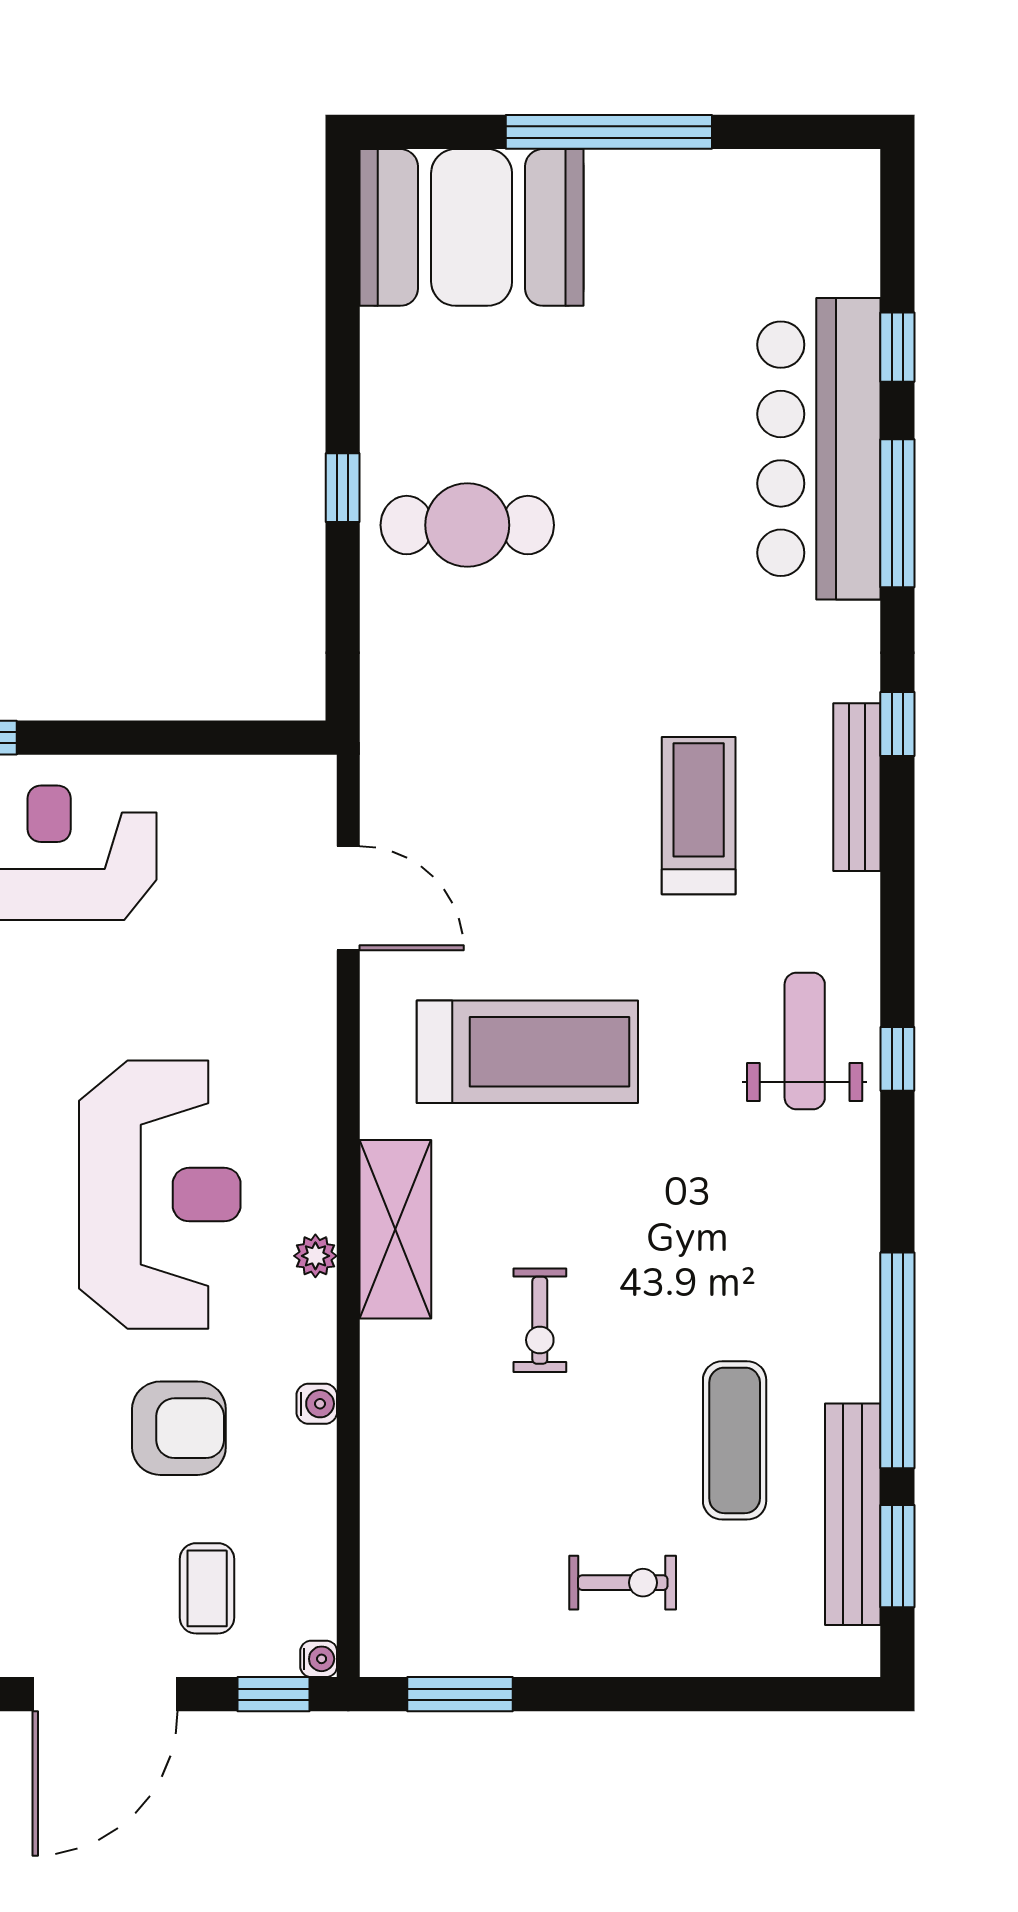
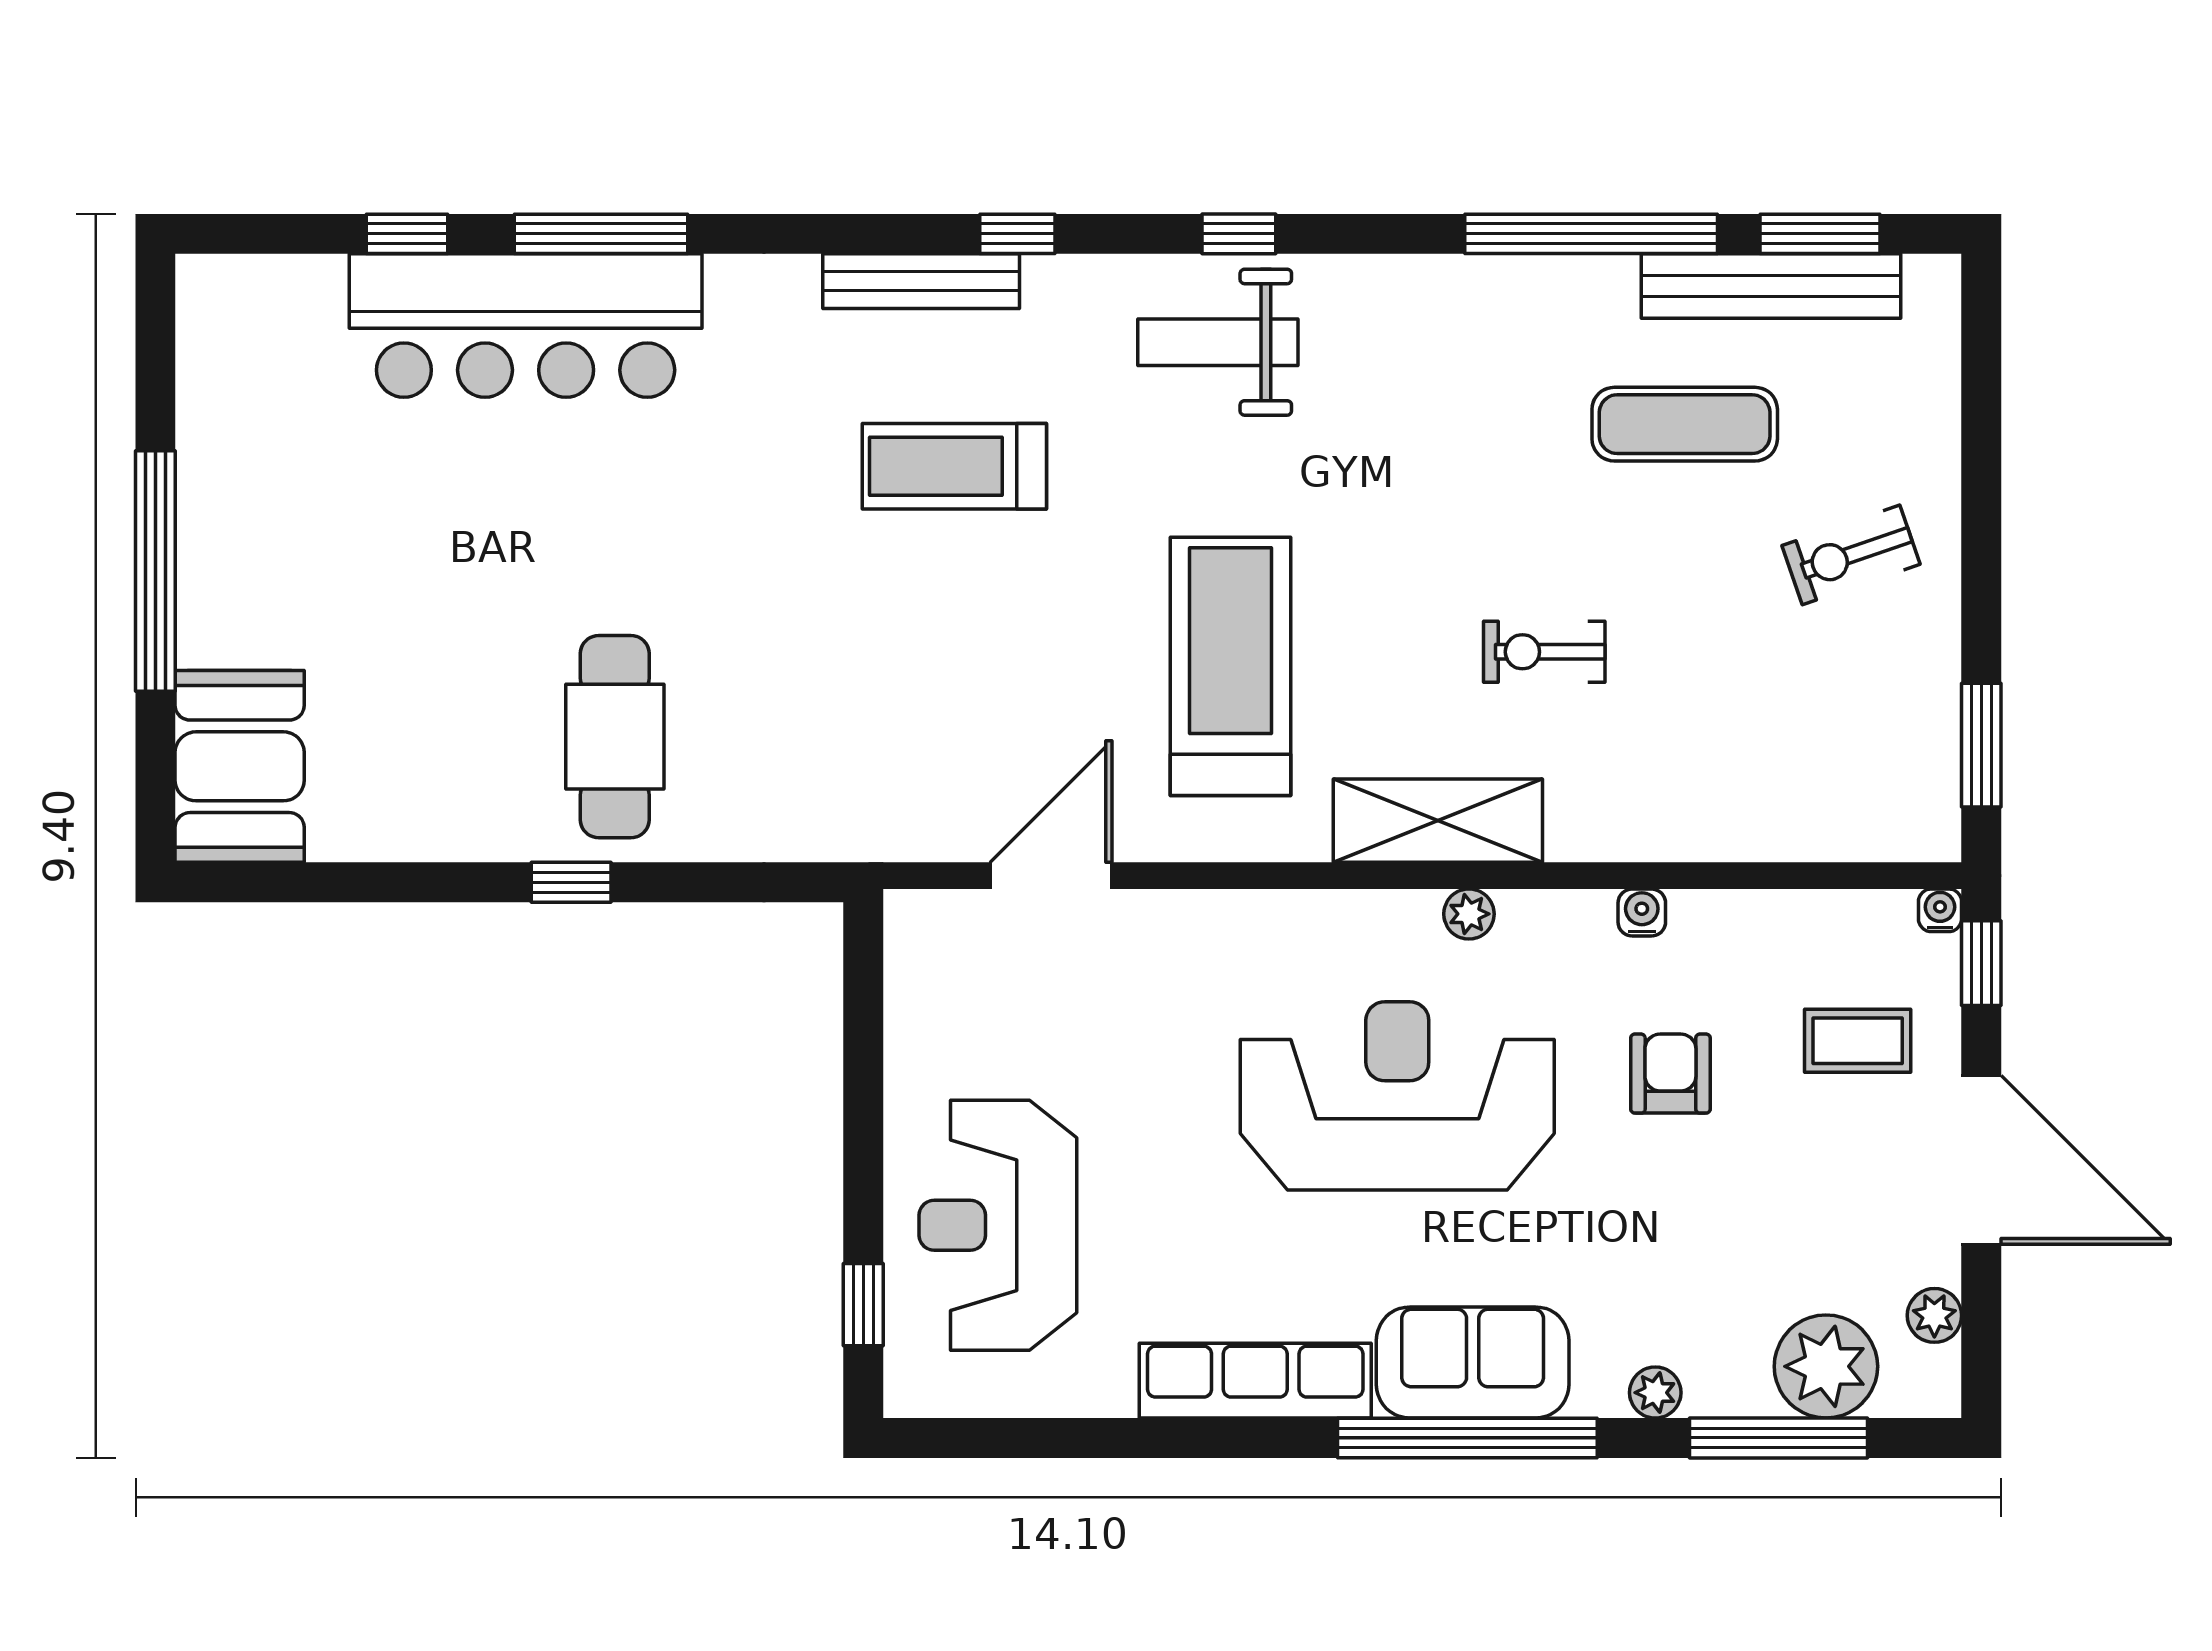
booth: (472, 227) -> (240, 766), width x0.73, depth x0.70
window: (897, 724) -> (1017, 234), moved
exercise bike: (540, 1320) -> (1544, 652), turned 180
armchair: (179, 1428) -> (1670, 1074), width x0.72, depth x0.72
exercise bike: (623, 1583) -> (1851, 555), turned -109

